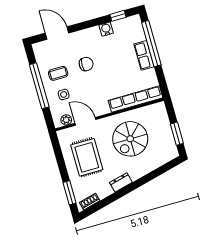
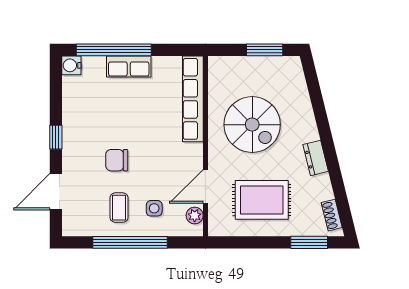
window: (118, 16) -> (56, 137), moved
water cooler: (106, 29) -> (71, 65), moved
chair: (86, 64) -> (117, 160), turned -90

